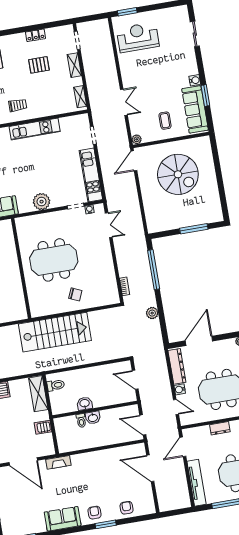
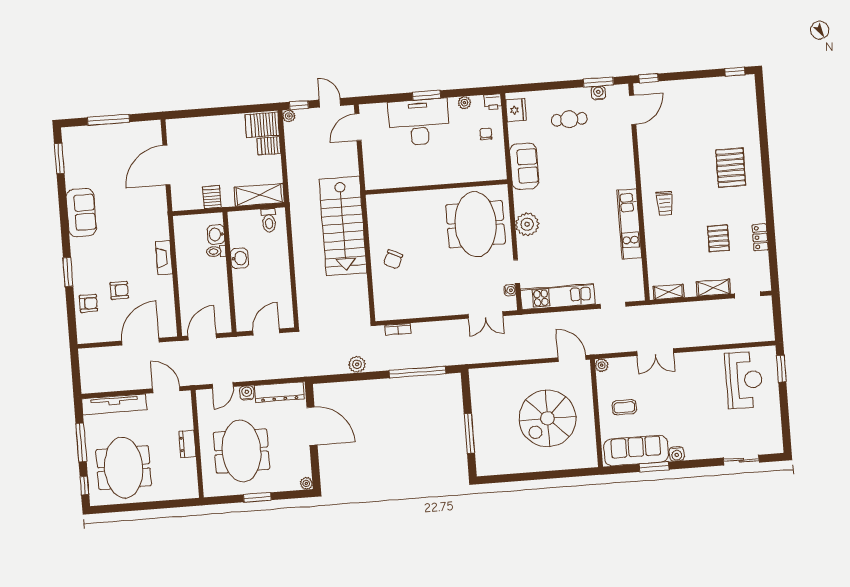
meeting table: (54, 260) -> (476, 224), moved
washbasin: (93, 418) -> (216, 234), moved
fireplace: (58, 462) -> (164, 258), moved
armchair: (95, 513) -> (119, 290), moved

